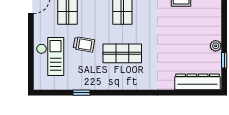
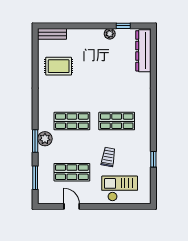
shop shelf: (122, 53) -> (117, 121), turned 90

